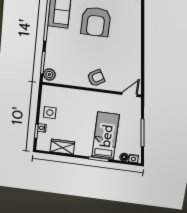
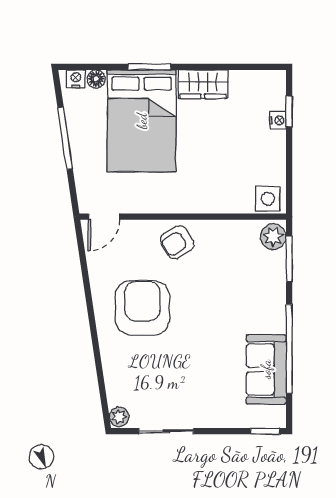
armchair: (96, 22) -> (142, 308), moved
side table: (50, 113) -> (268, 199), moved
bed: (106, 136) -> (142, 121), width x1.50
wardrobe: (62, 147) -> (203, 84), moved

